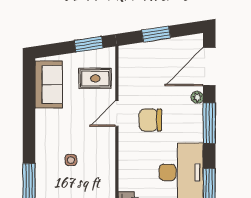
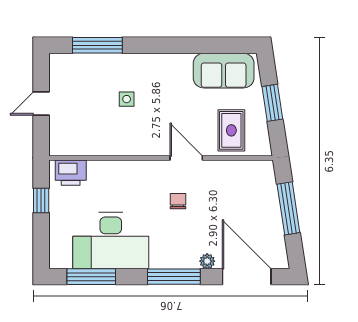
window: (156, 34) -> (288, 208), width x1.44
window: (89, 44) -> (272, 103), moved
chair: (150, 120) -> (178, 201), width x0.54, depth x0.54

